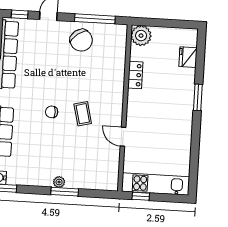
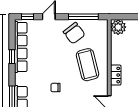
locker: (135, 75) -> (116, 75), moved
coffee table: (83, 114) -> (88, 65), moved, width x1.86, depth x1.72

